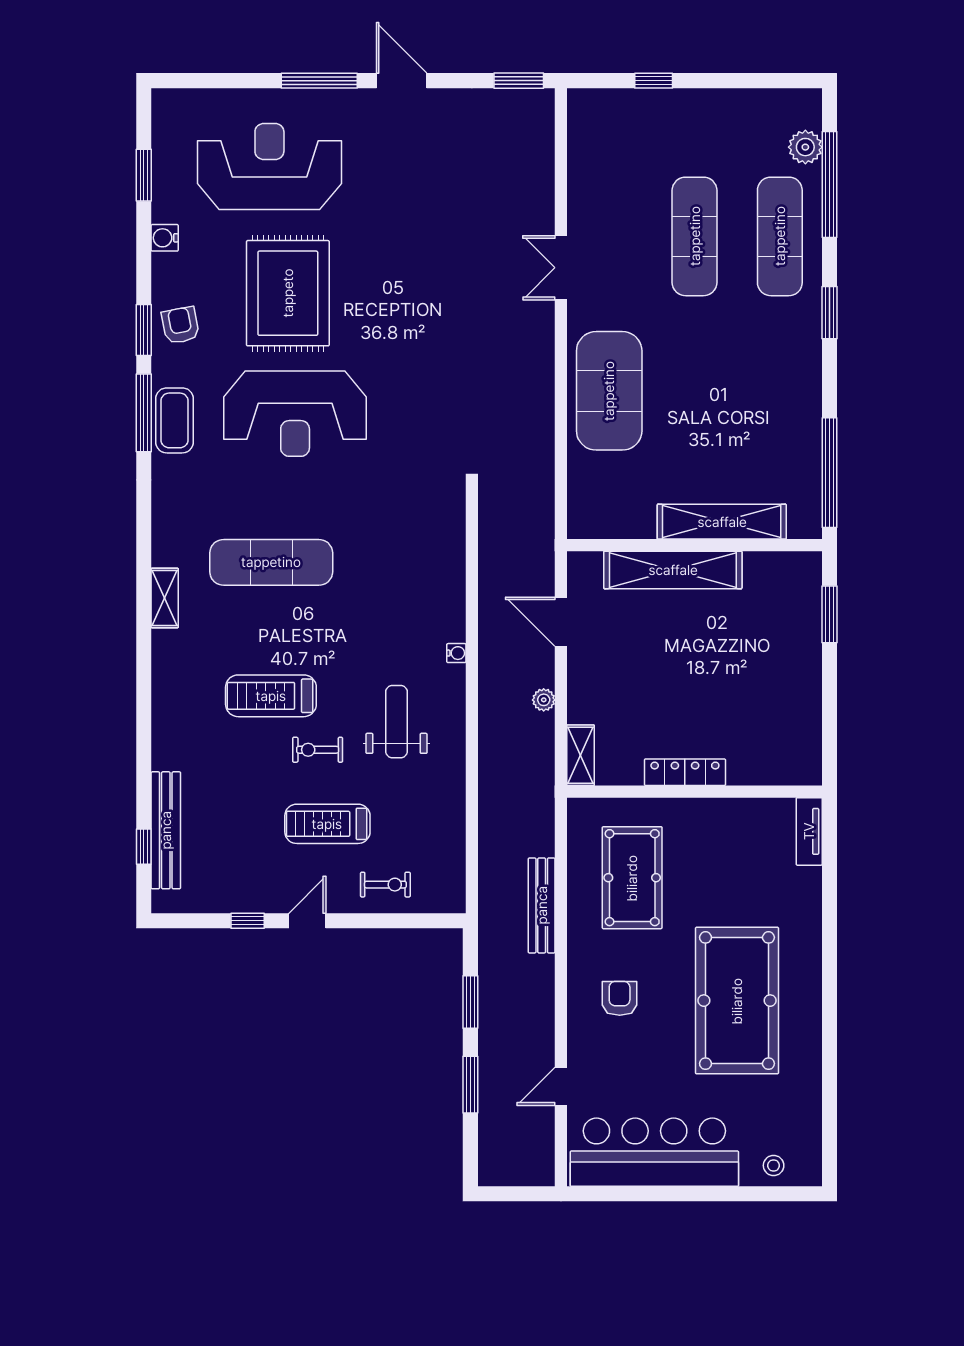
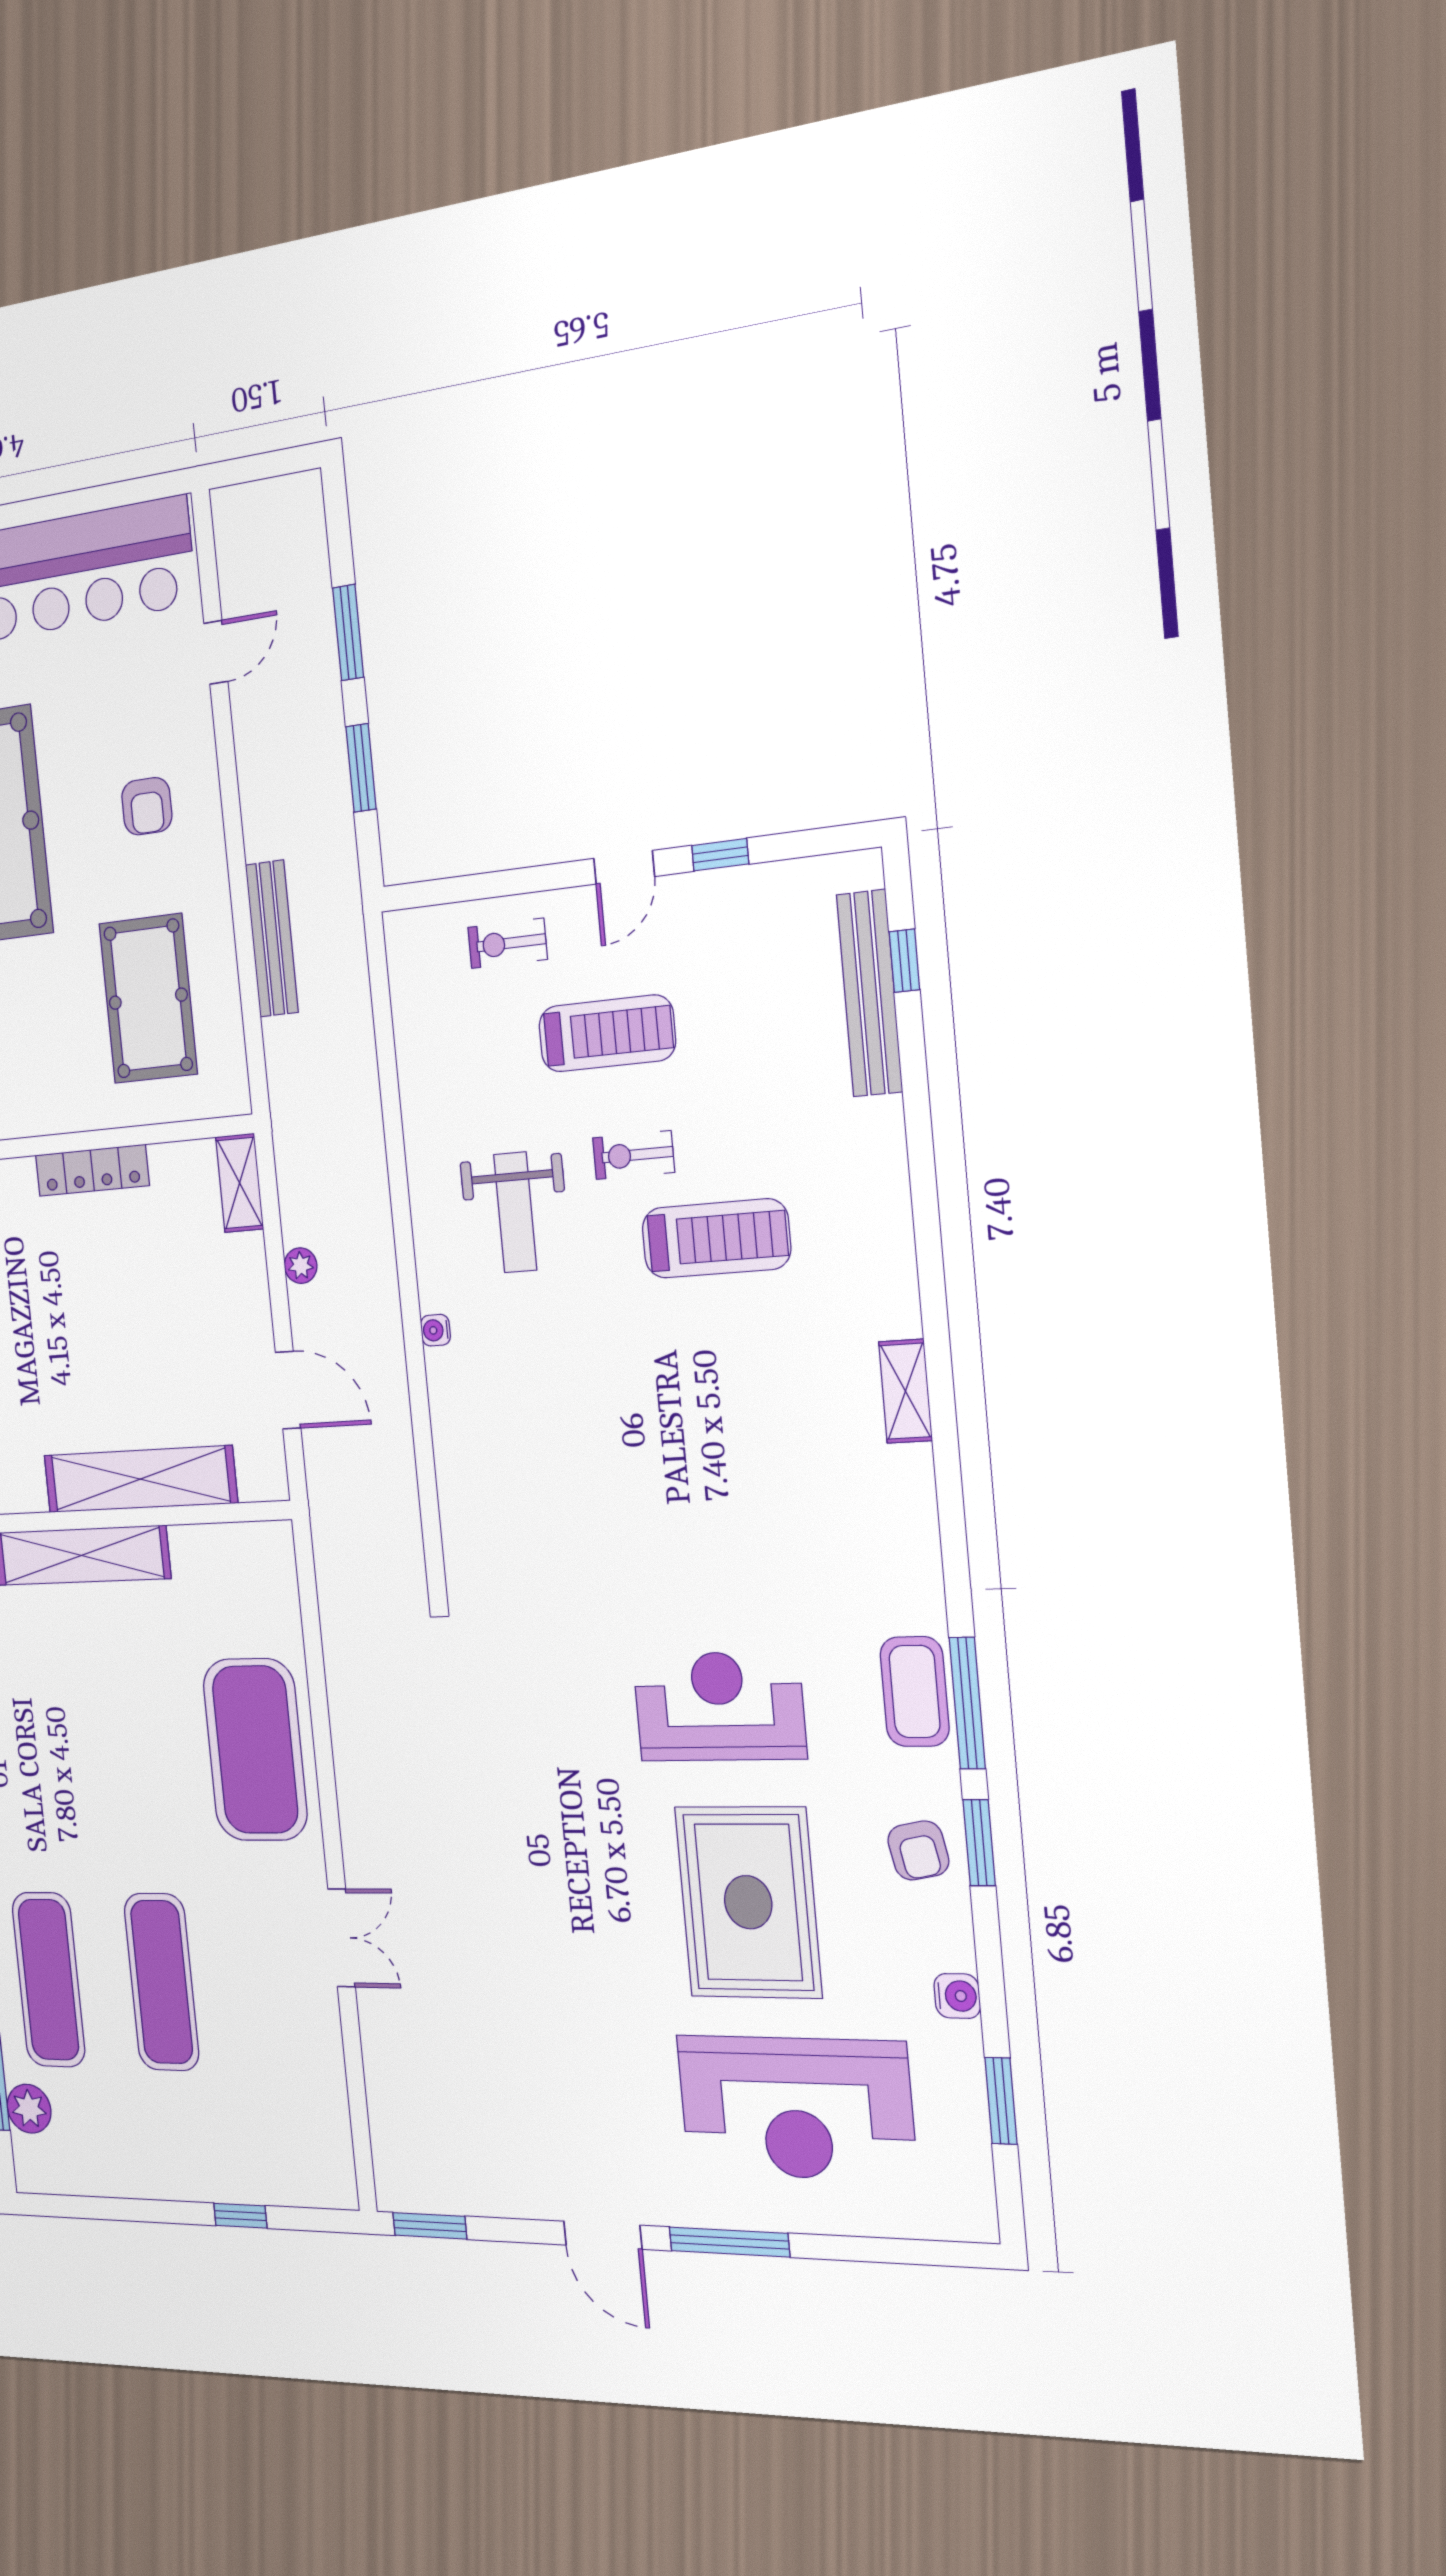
reception desk: (295, 414) -> (719, 1706), width x0.74, depth x0.77
exercise mat: (271, 562) -> (735, 1461), removed
exercise bike: (318, 750) -> (634, 1155), turned 180

